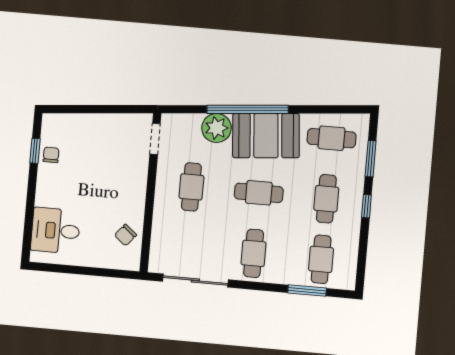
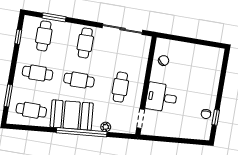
plant: (217, 128) -> (106, 127), width x0.53, depth x0.53
cafe table: (326, 199) -> (38, 73), turned 90
window: (366, 206) -> (18, 37), moved
desk: (56, 231) -> (161, 97), moved, turned 180

